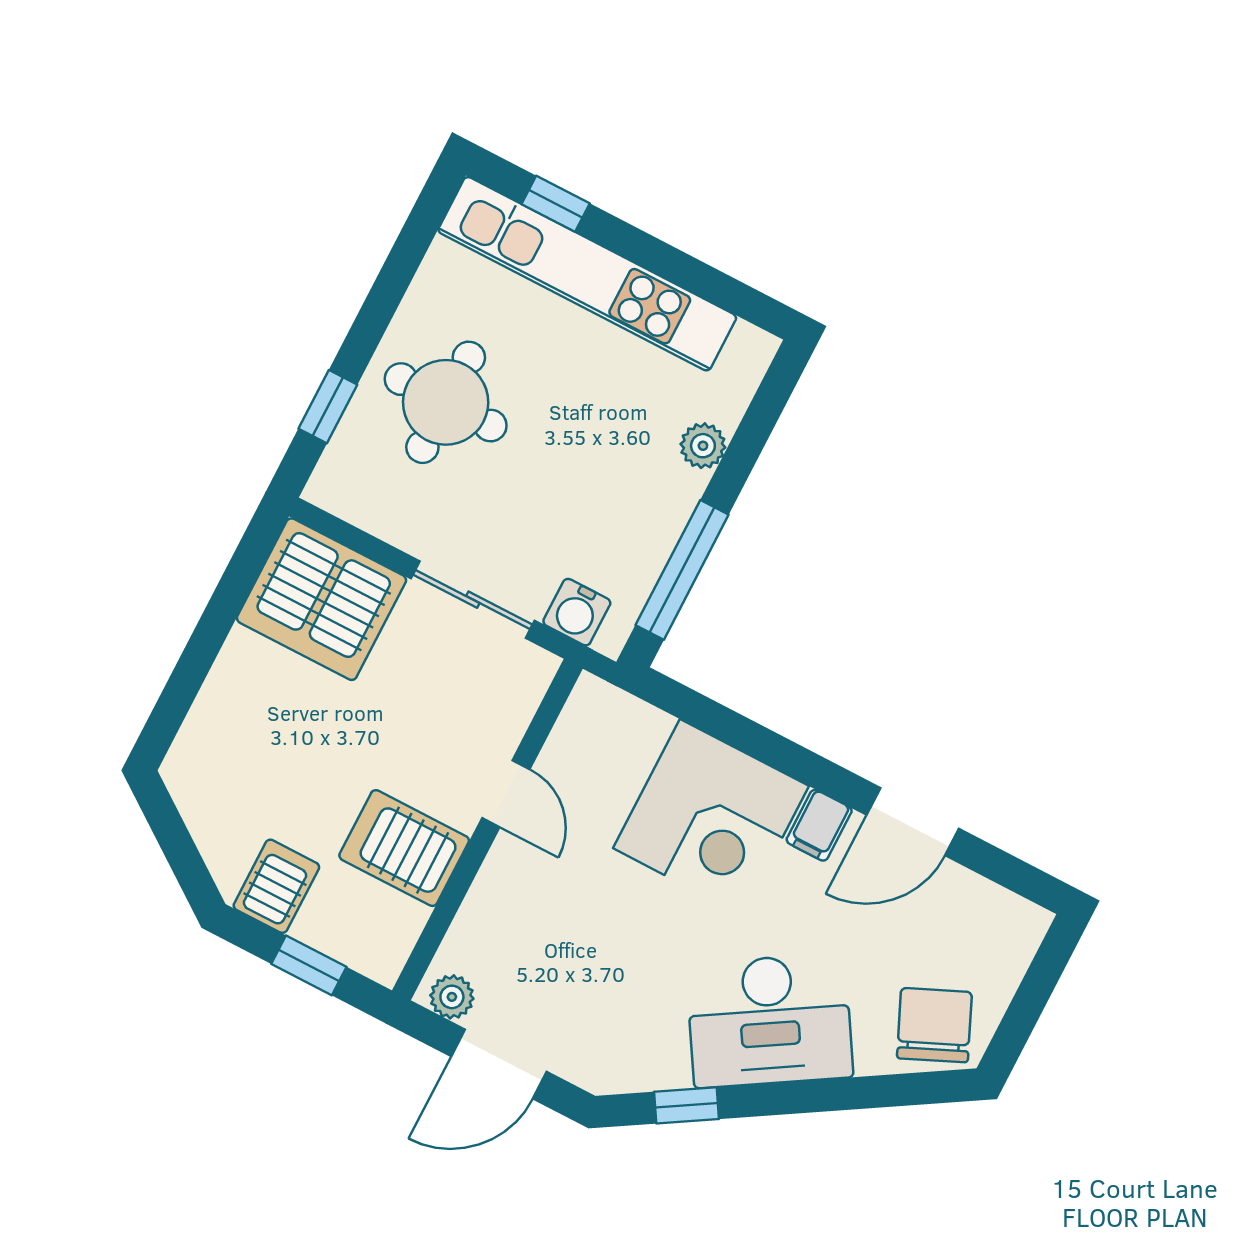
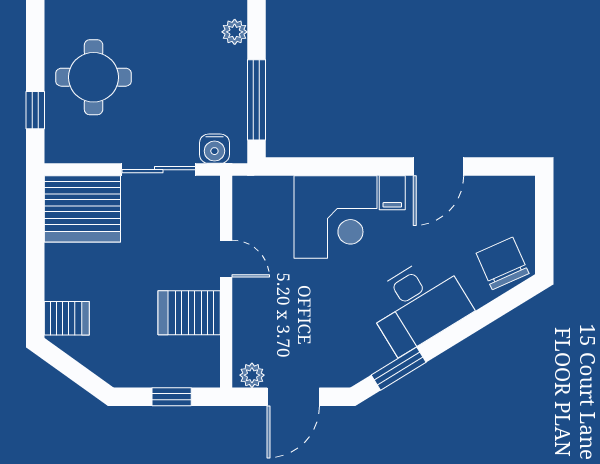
server rack: (276, 886) -> (67, 318), moved, turned 90
window: (687, 1105) -> (399, 369), width x1.50

